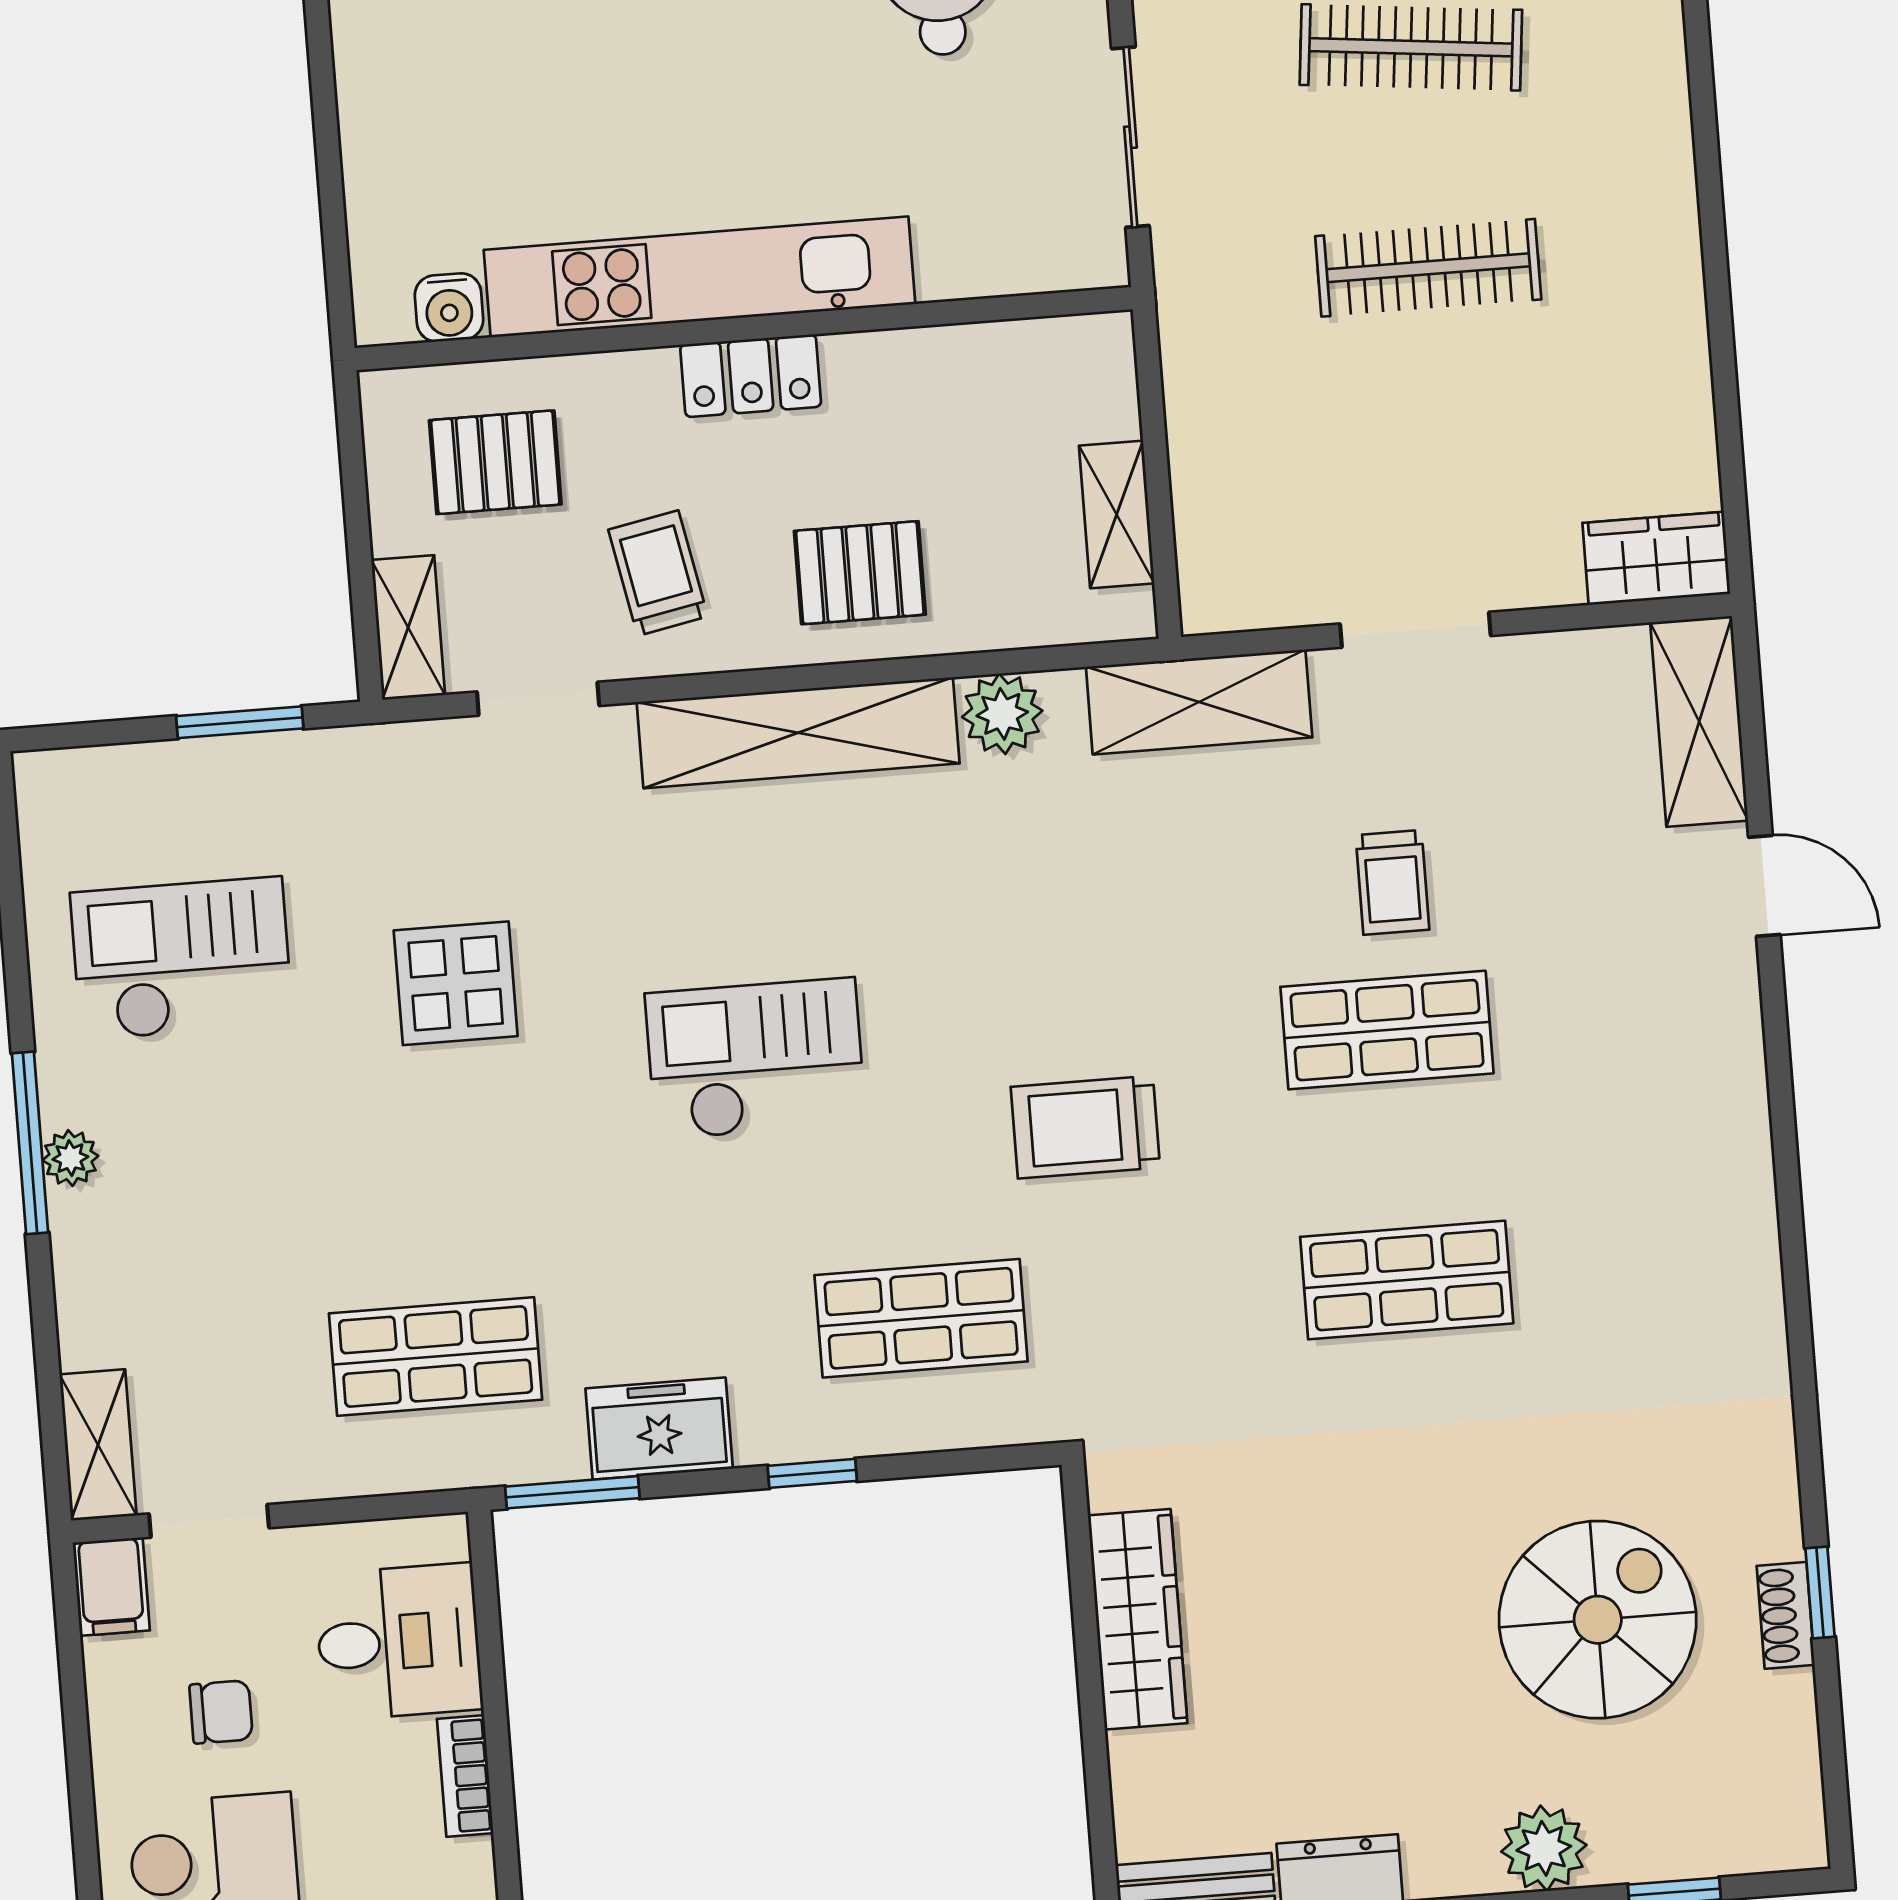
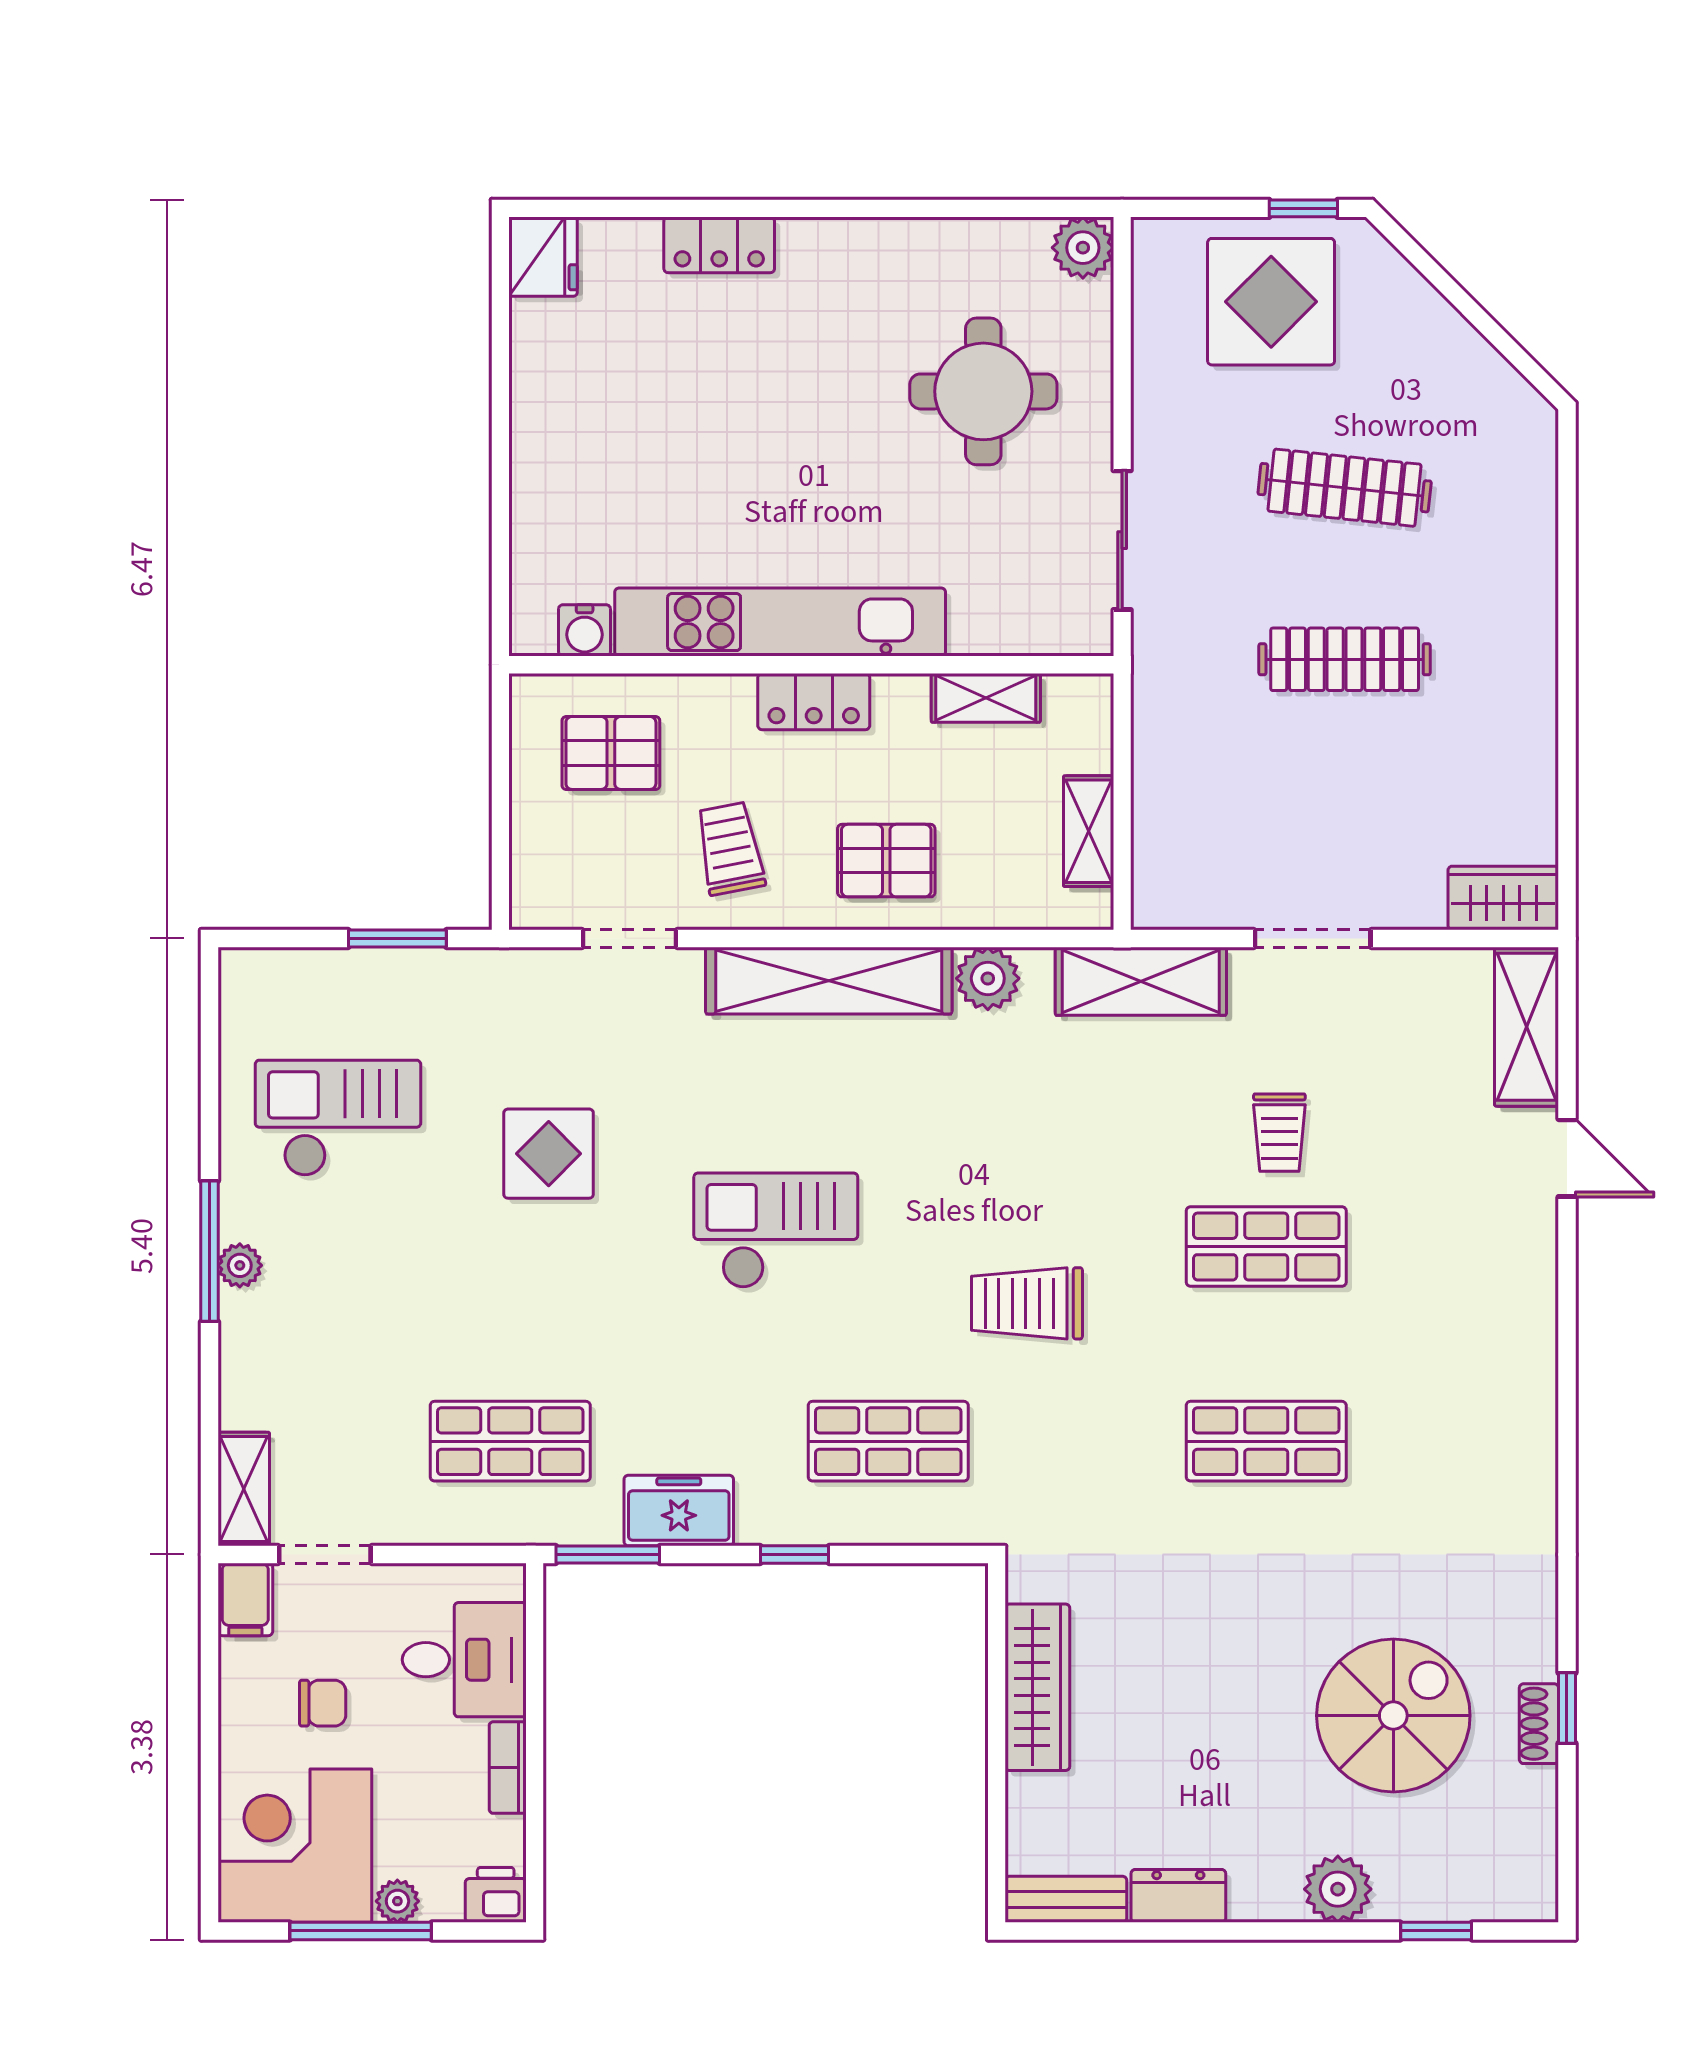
shelving: (408, 627) -> (986, 698), moved, turned 90

